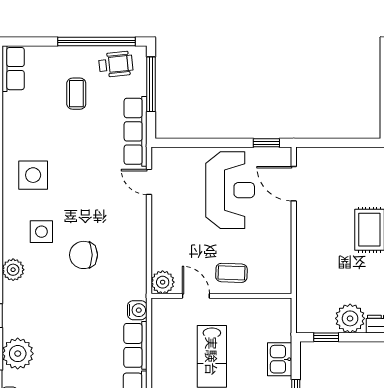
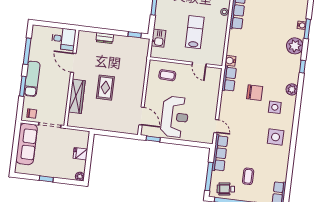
reception desk: (230, 190) -> (175, 117), turned 180
coffee table: (231, 273) -> (167, 75), moved
plant: (163, 282) -> (215, 74), removed
plant: (350, 318) -> (121, 43), removed
row of seats: (135, 345) -> (229, 79), moved
kitchen sink: (280, 359) -> (159, 38), moved

